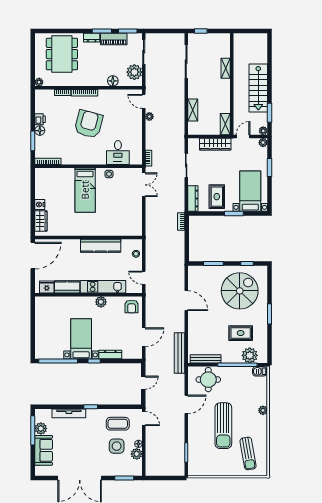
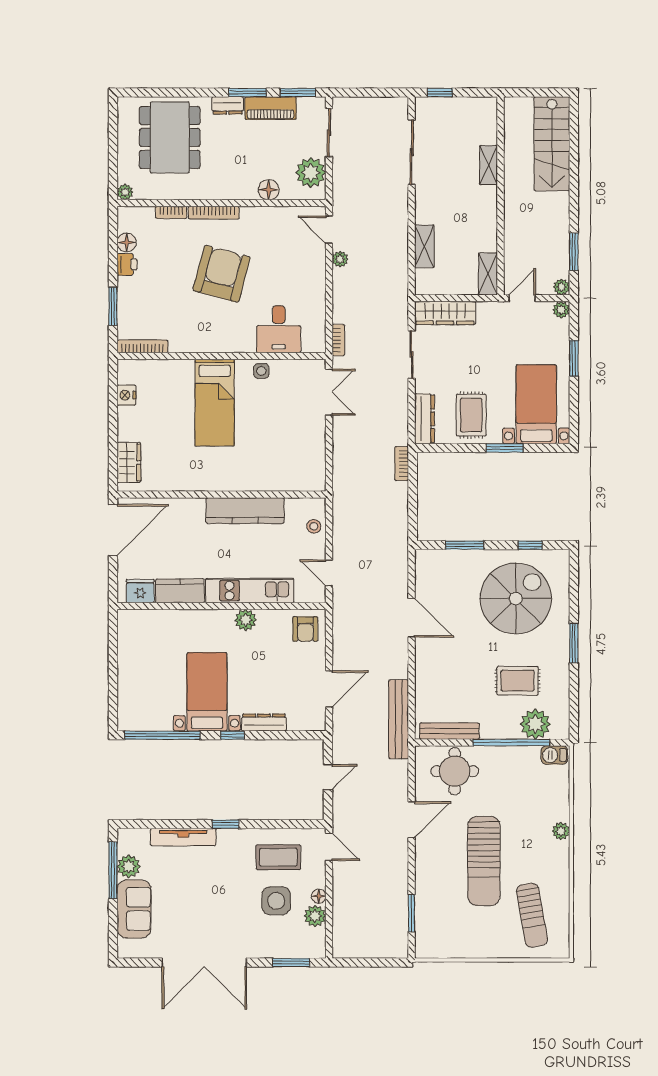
stairs: (258, 88) -> (552, 144), moved
floor lamp: (40, 131) -> (127, 242), moved
wardrobe: (215, 144) -> (445, 313), moved
nightstand: (40, 204) -> (126, 395), moved

